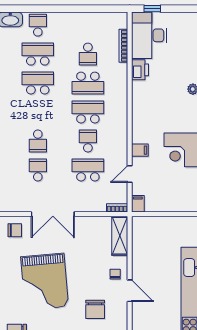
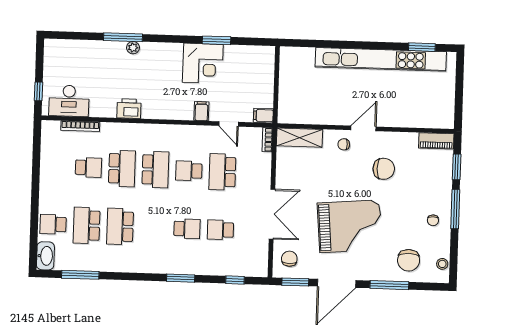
desk: (149, 35) -> (69, 101), width x0.73, depth x0.77
printer: (140, 70) -> (129, 109), moved
school desk: (88, 112) -> (155, 170), turned 180

